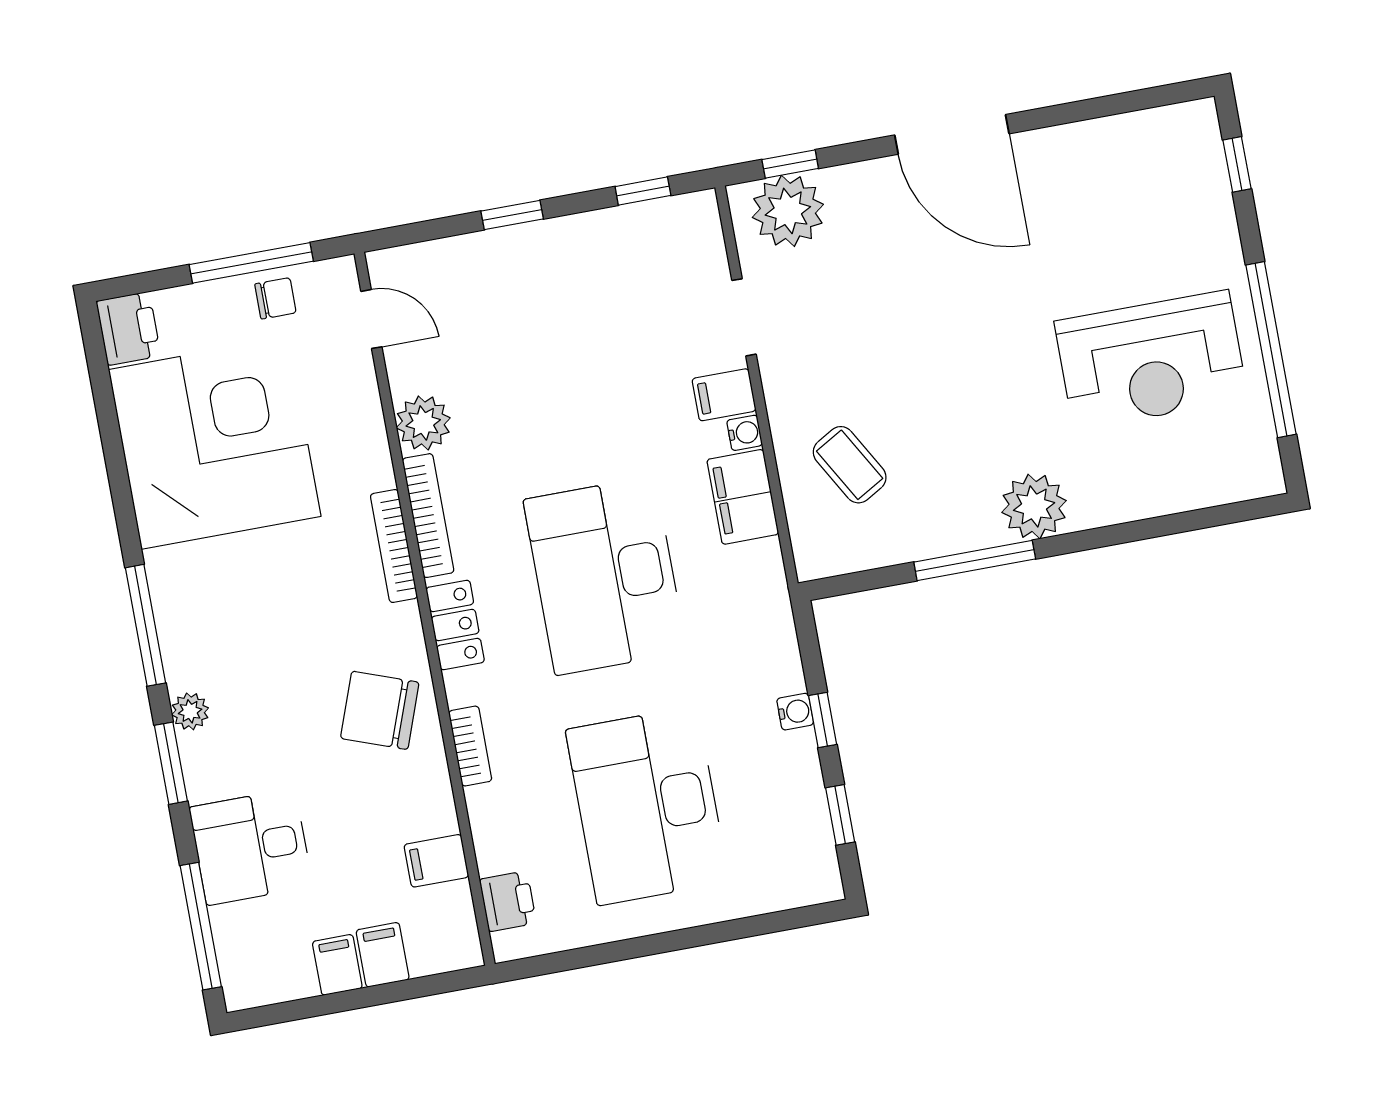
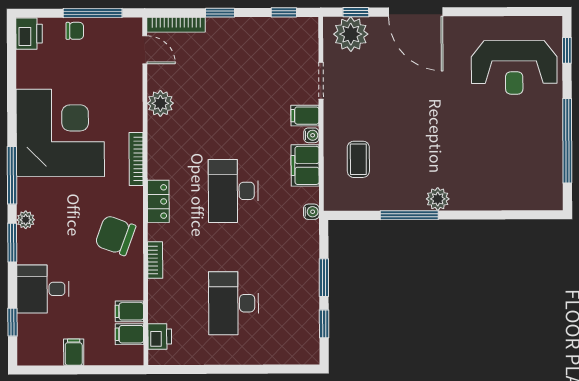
door: (952, 134) -> (416, 12), moved
chair: (275, 298) -> (75, 31), moved
reception desk: (1151, 360) -> (514, 67), moved
corner desk: (215, 443) -> (60, 133), moved
coffee table: (850, 465) -> (358, 159), turned 30
plant: (1034, 506) -> (438, 199), width x0.73, depth x0.73
bookcase: (428, 516) -> (176, 25), moved, turned 90
desk: (605, 576) -> (233, 191), width x0.73, depth x0.77
water cooler: (795, 712) -> (311, 212), moved
window: (823, 720) -> (324, 278), width x1.50
desk: (647, 806) -> (234, 303), width x0.73, depth x0.77
window: (201, 926) -> (12, 322), width x0.46
filing cabinet: (383, 955) -> (129, 334), moved, turned -90

